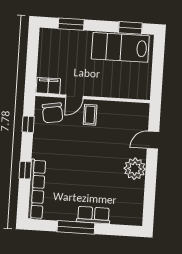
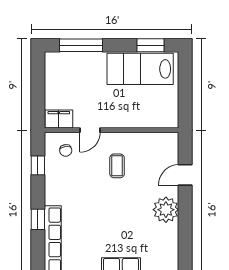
window: (71, 24) -> (81, 45), width x1.44
chair: (53, 113) -> (66, 150), width x0.54, depth x0.54
coffee table: (90, 115) -> (117, 166), moved

